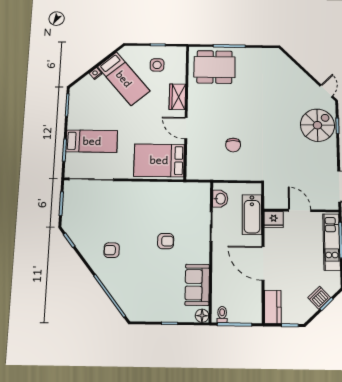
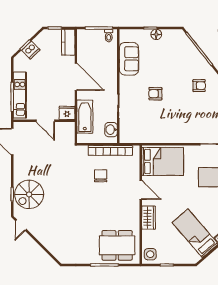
side table: (157, 65) -> (150, 254), moved
bookcase: (221, 174) -> (110, 150), added
floor lamp: (202, 316) -> (156, 34), moved

